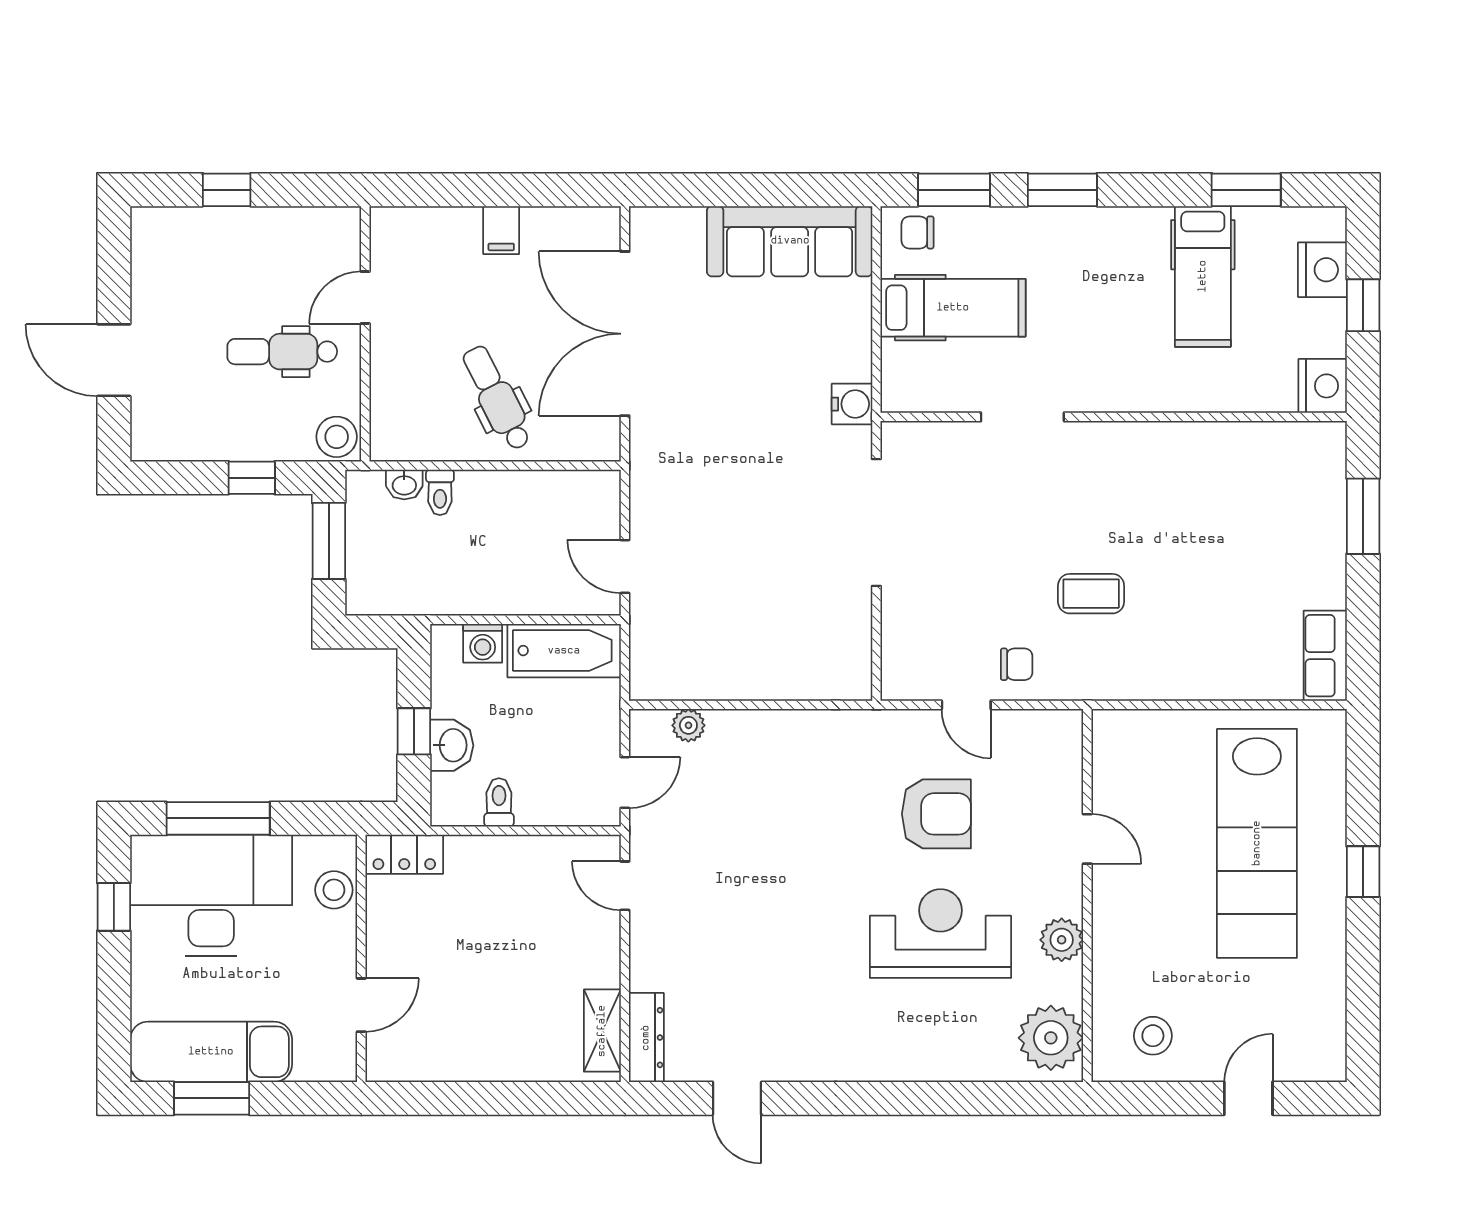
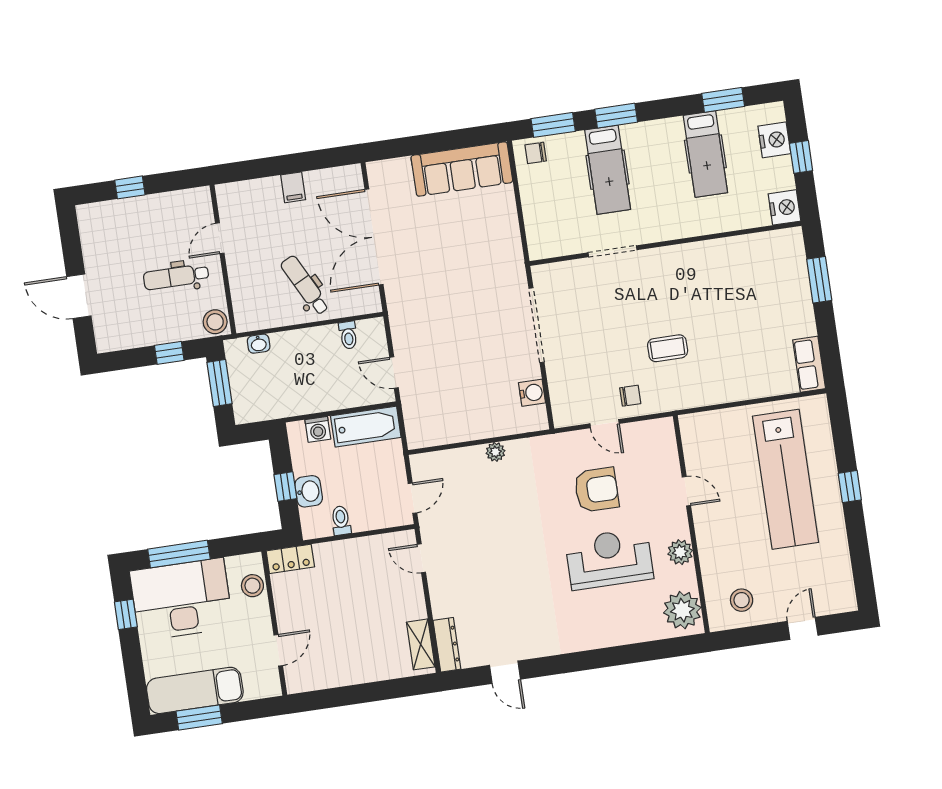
hospital bed: (953, 308) -> (608, 170), moved, turned 90
water cooler: (852, 404) -> (532, 393), moved
toilet: (440, 492) -> (348, 335), moved
plant: (688, 725) -> (495, 452), moved

